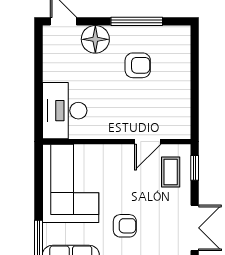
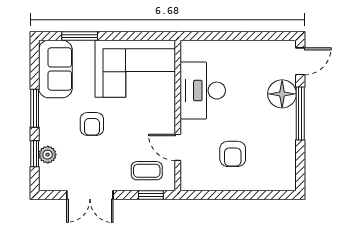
window: (137, 21) -> (300, 114), moved
armchair: (138, 65) -> (233, 154), moved
desk: (65, 111) -> (203, 91), moved, turned -90

